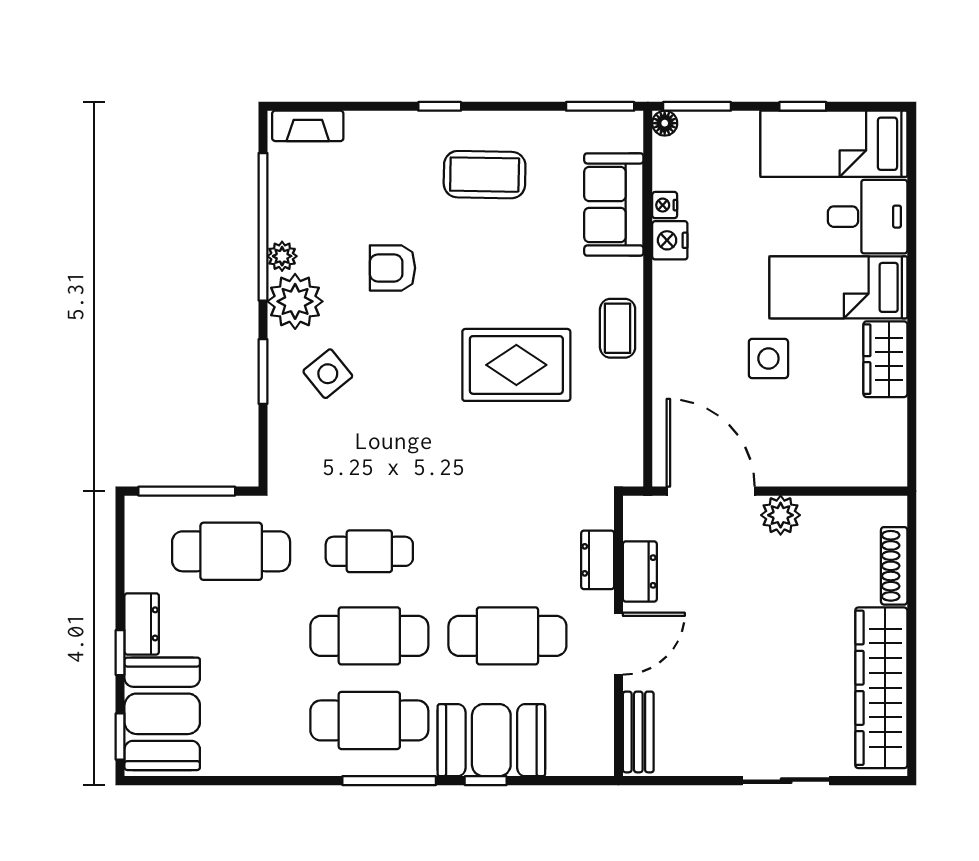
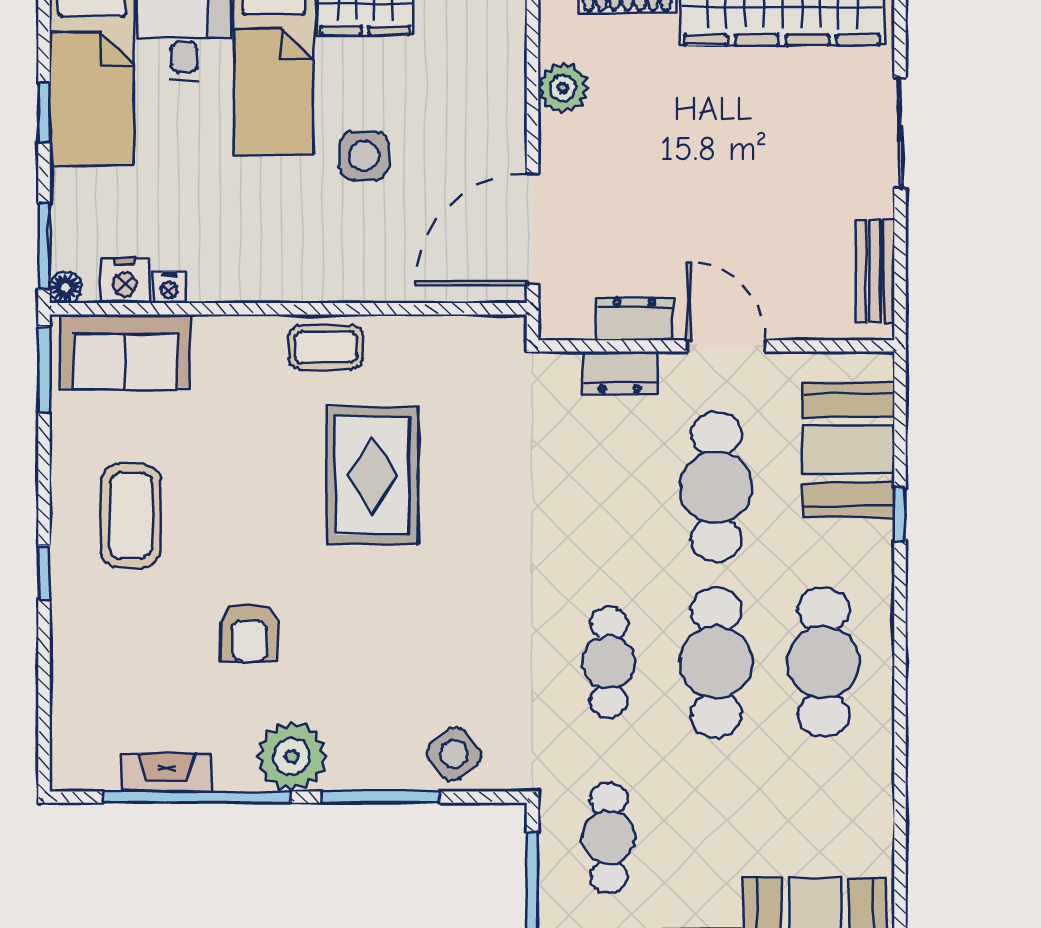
fireplace: (308, 126) -> (167, 772), moved, turned -90
sofa: (614, 204) -> (125, 352), moved
nightstand: (670, 240) -> (125, 281), moved
plant: (282, 256) -> (234, 773), removed
window: (263, 372) -> (381, 797), width x1.44
side table: (328, 374) -> (454, 754), moved
plant: (781, 515) -> (563, 88), moved
cafe table: (231, 551) -> (609, 838), width x0.73, depth x0.74
bench: (638, 732) -> (875, 271), moved, turned 90
booth: (491, 740) -> (849, 450), moved
window: (389, 781) -> (900, 637), removed

